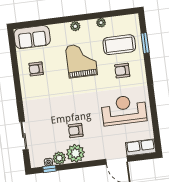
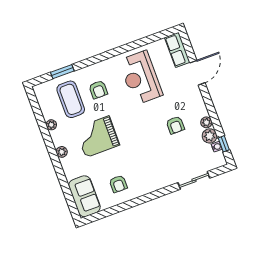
plant: (75, 153) -> (206, 122), width x0.53, depth x0.53

